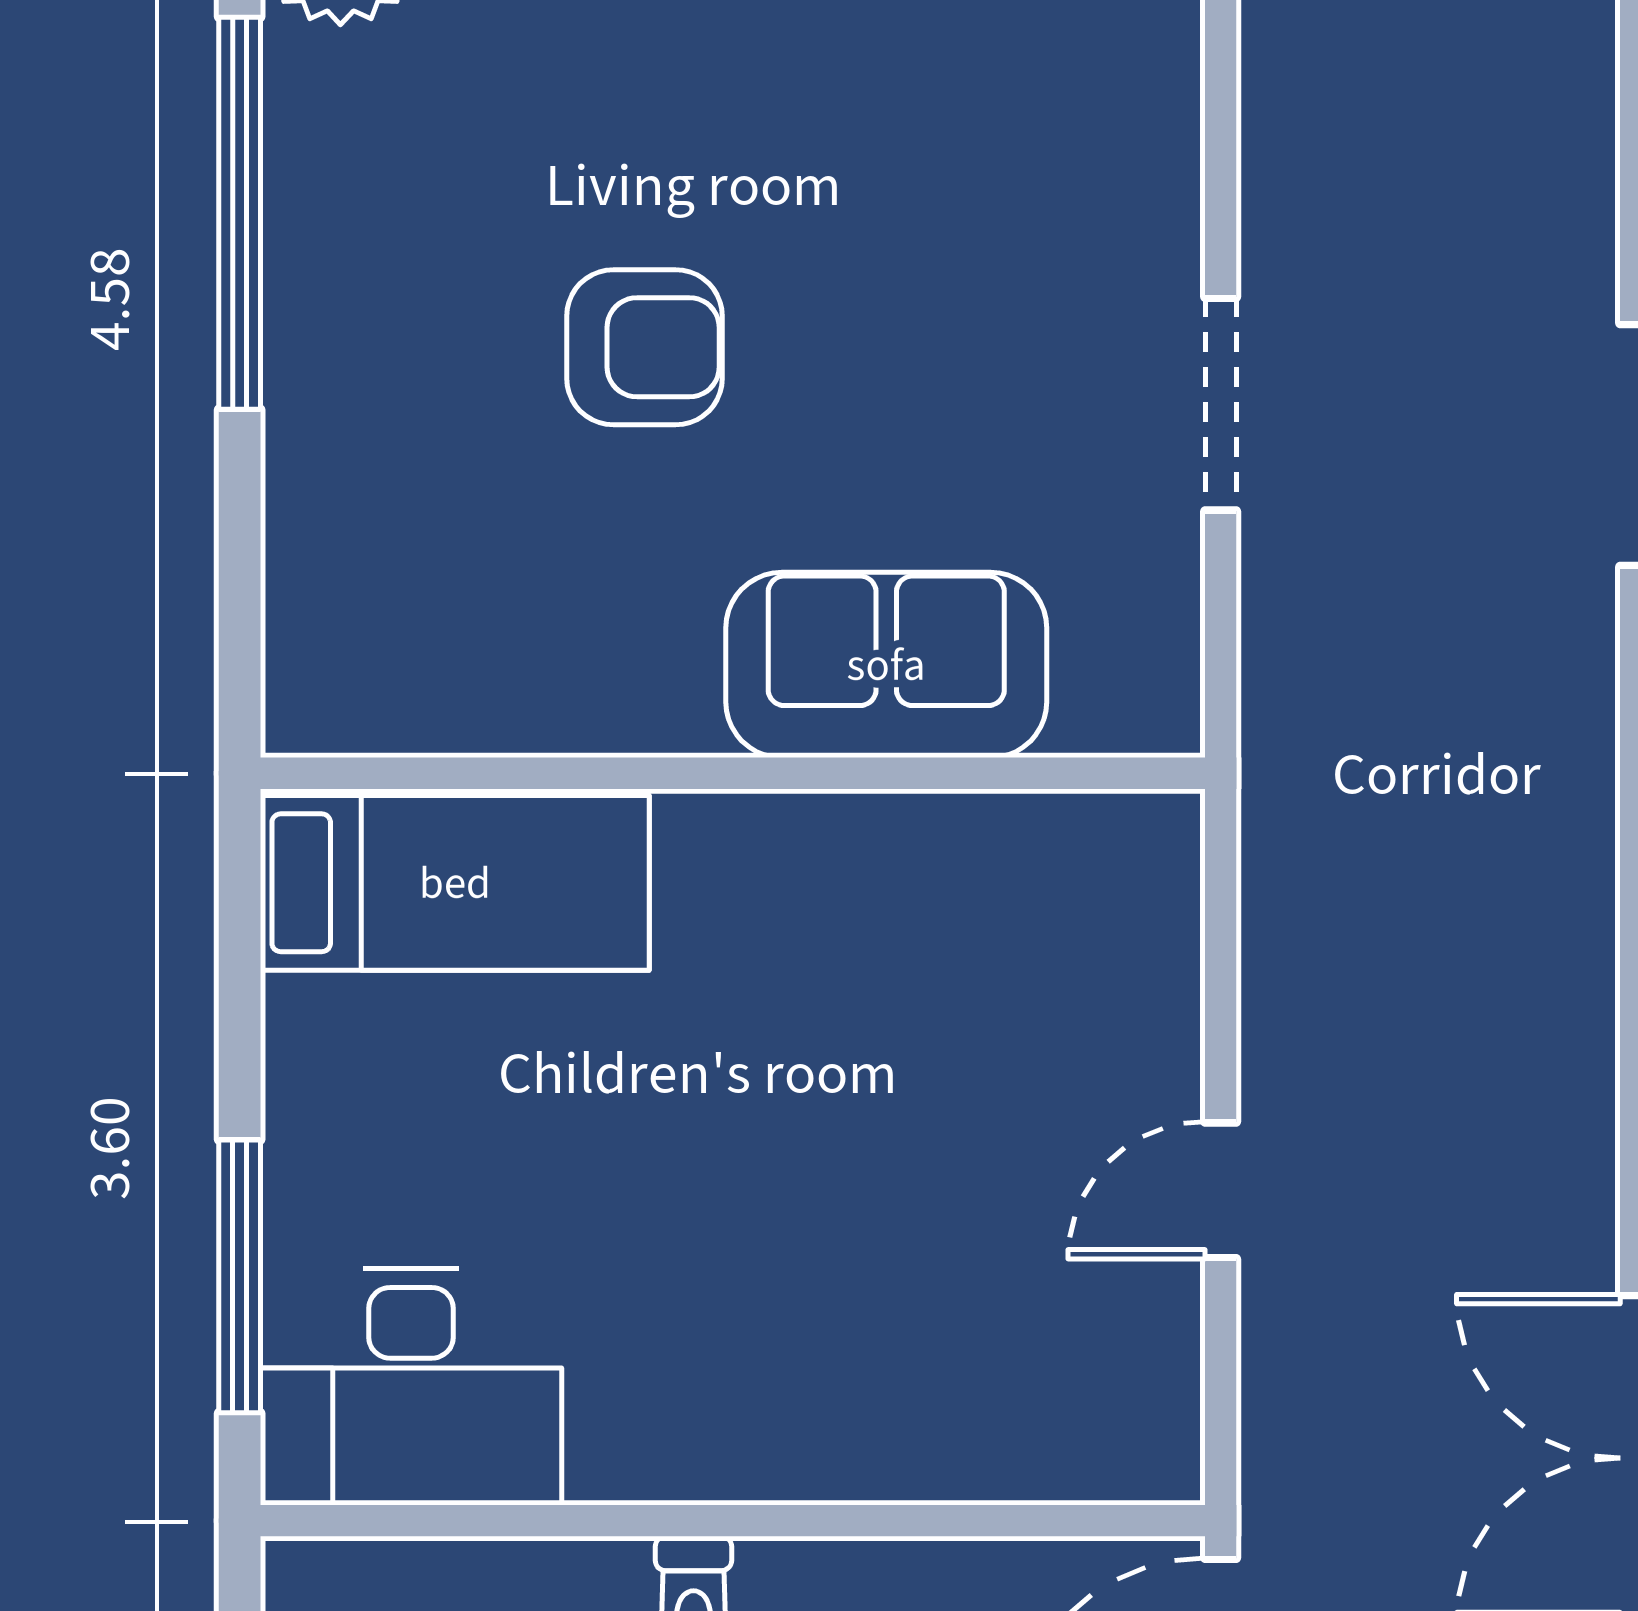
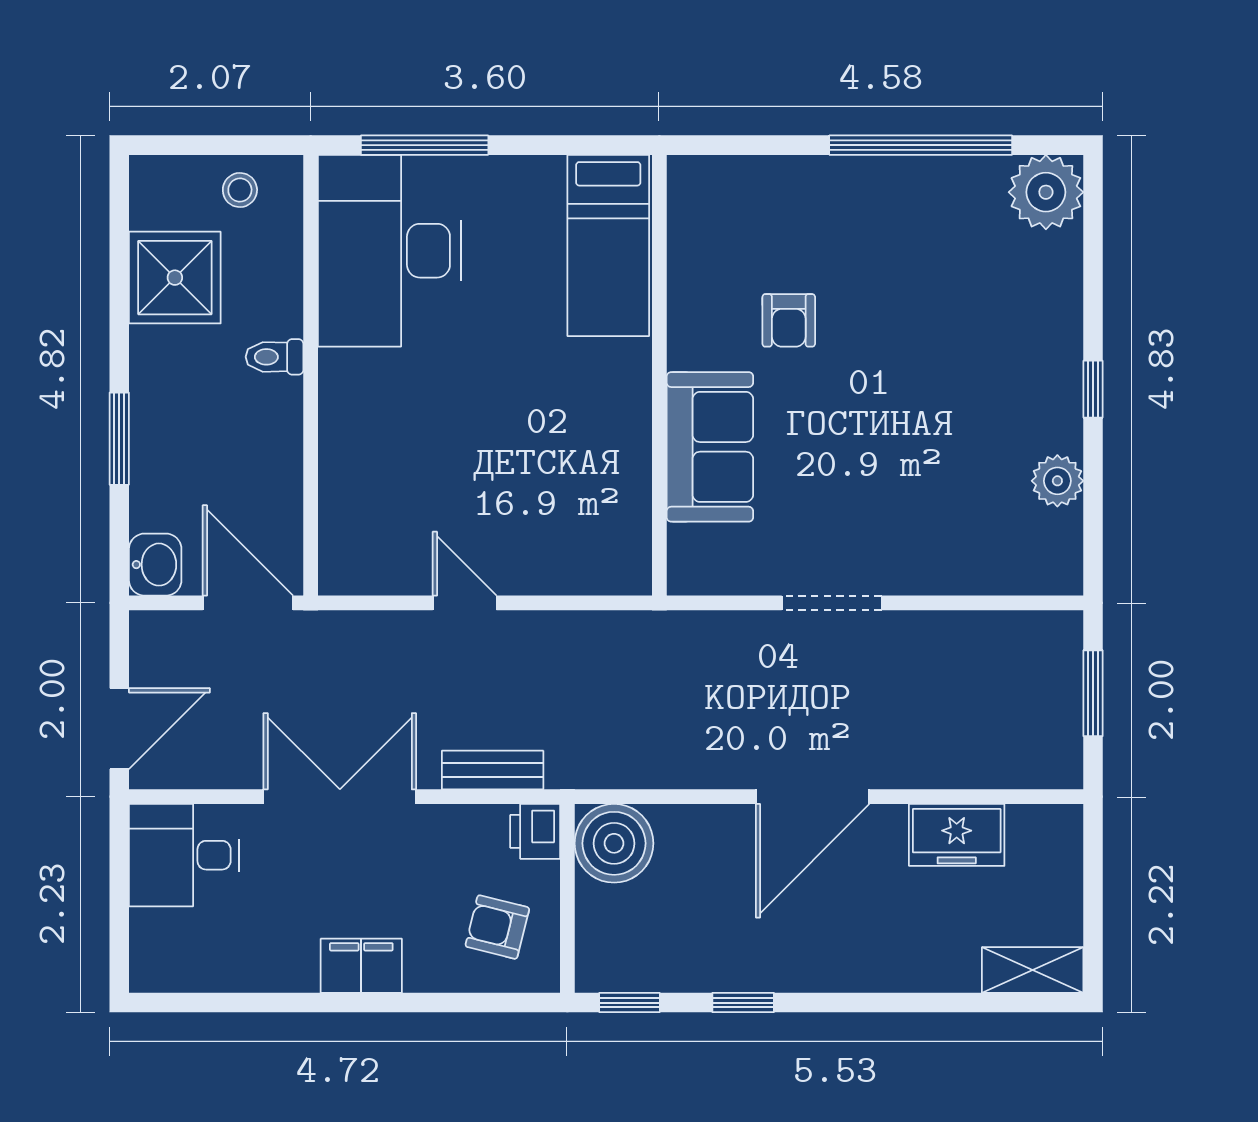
armchair: (645, 347) -> (789, 320), moved, width x0.72, depth x0.72
bench: (1579, 1131) -> (493, 770), added
desk: (411, 1387) -> (390, 251), width x1.36, depth x1.30

